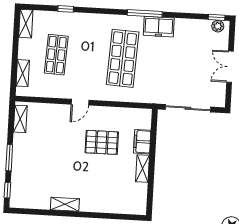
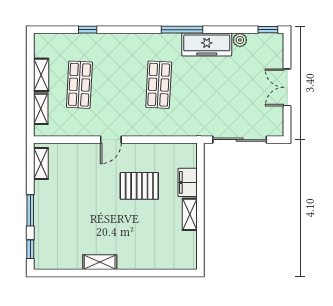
shelving: (26, 24) -> (41, 75), moved
plant: (218, 26) -> (240, 40), moved
freezer: (159, 27) -> (207, 45), width x1.40
shop shelf: (123, 58) -> (159, 85), width x0.70, depth x0.74

